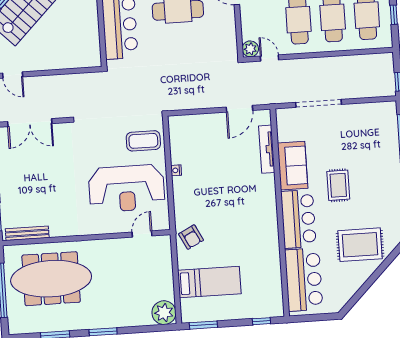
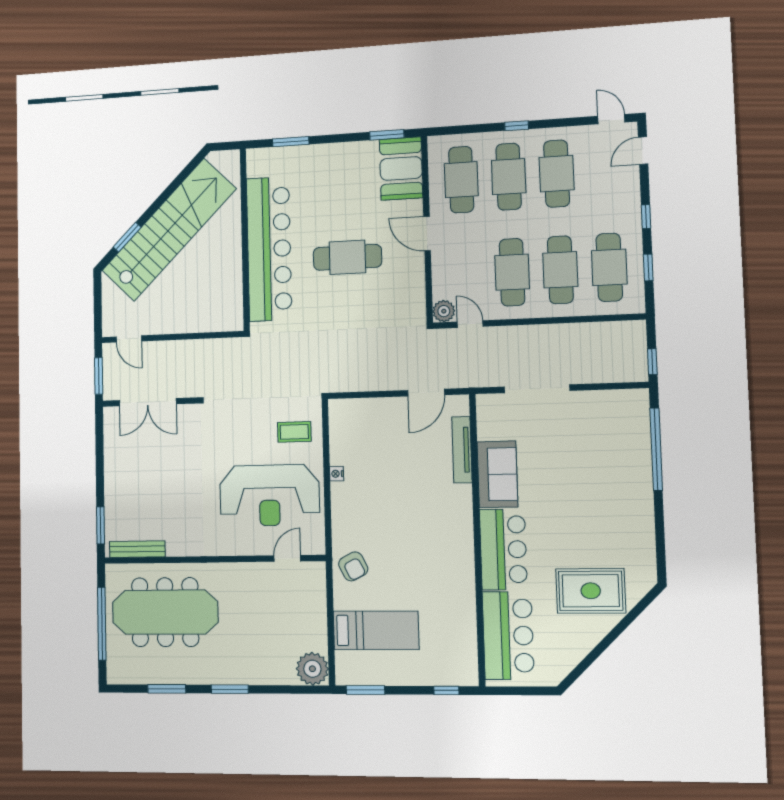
coffee table: (143, 141) -> (294, 432), width x0.73, depth x0.77
rug: (338, 185) -> (562, 505), removed

